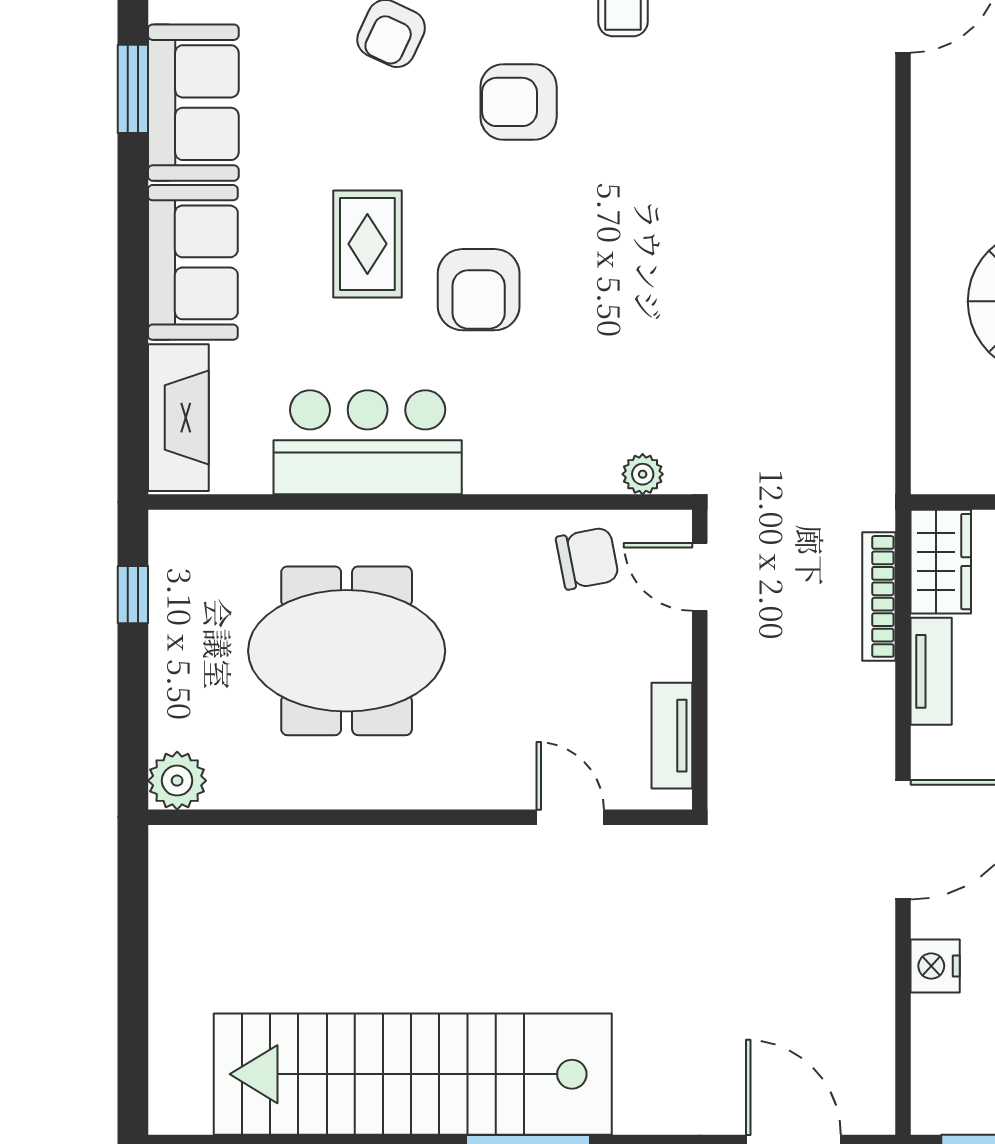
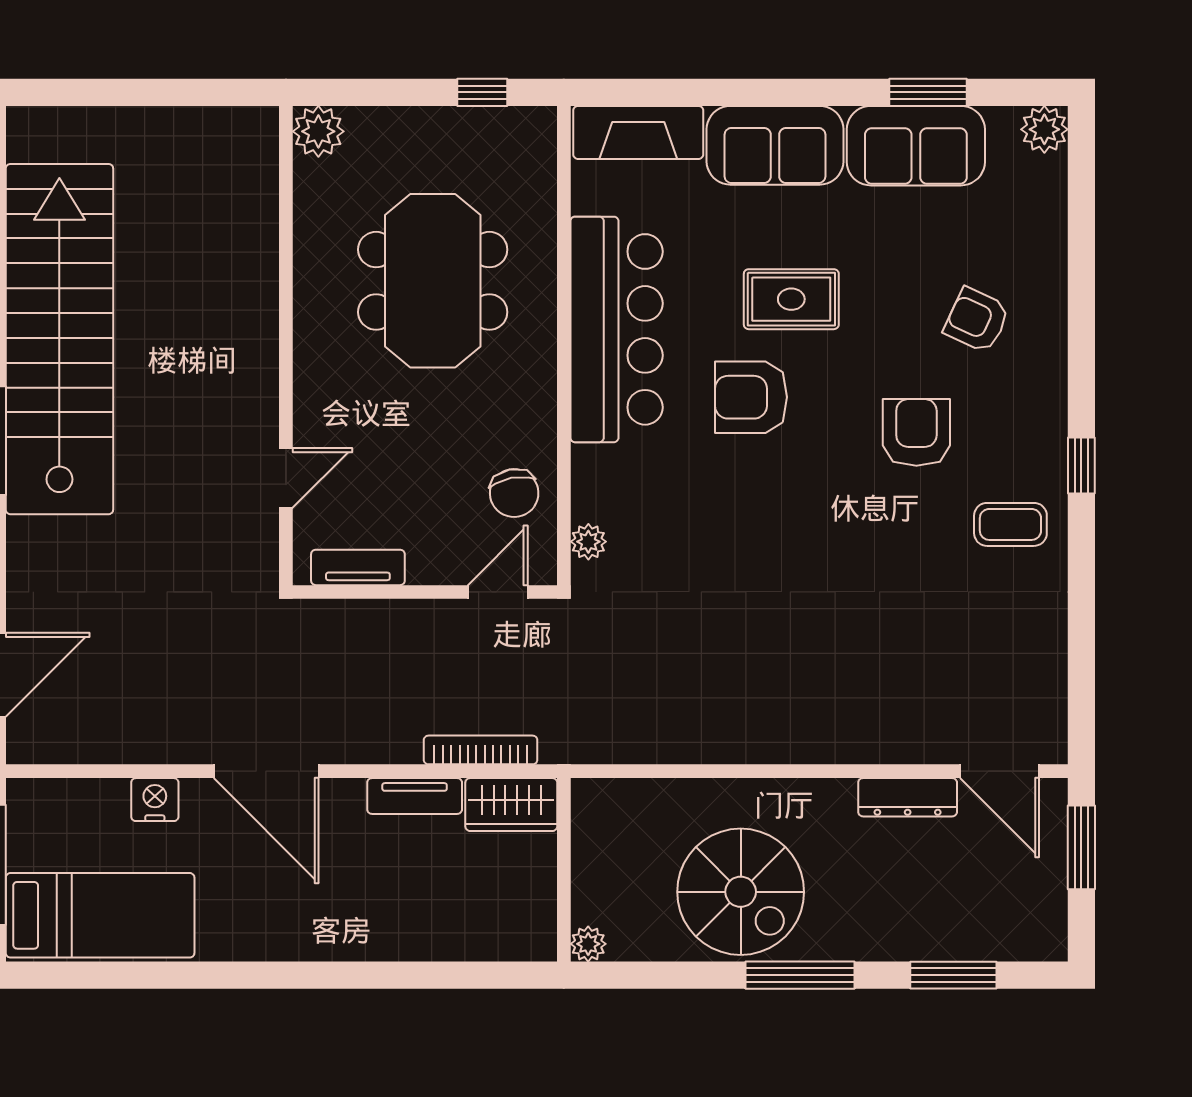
dresser: (932, 112) -> (908, 797), added
bar counter: (368, 442) -> (617, 329), width x1.36

